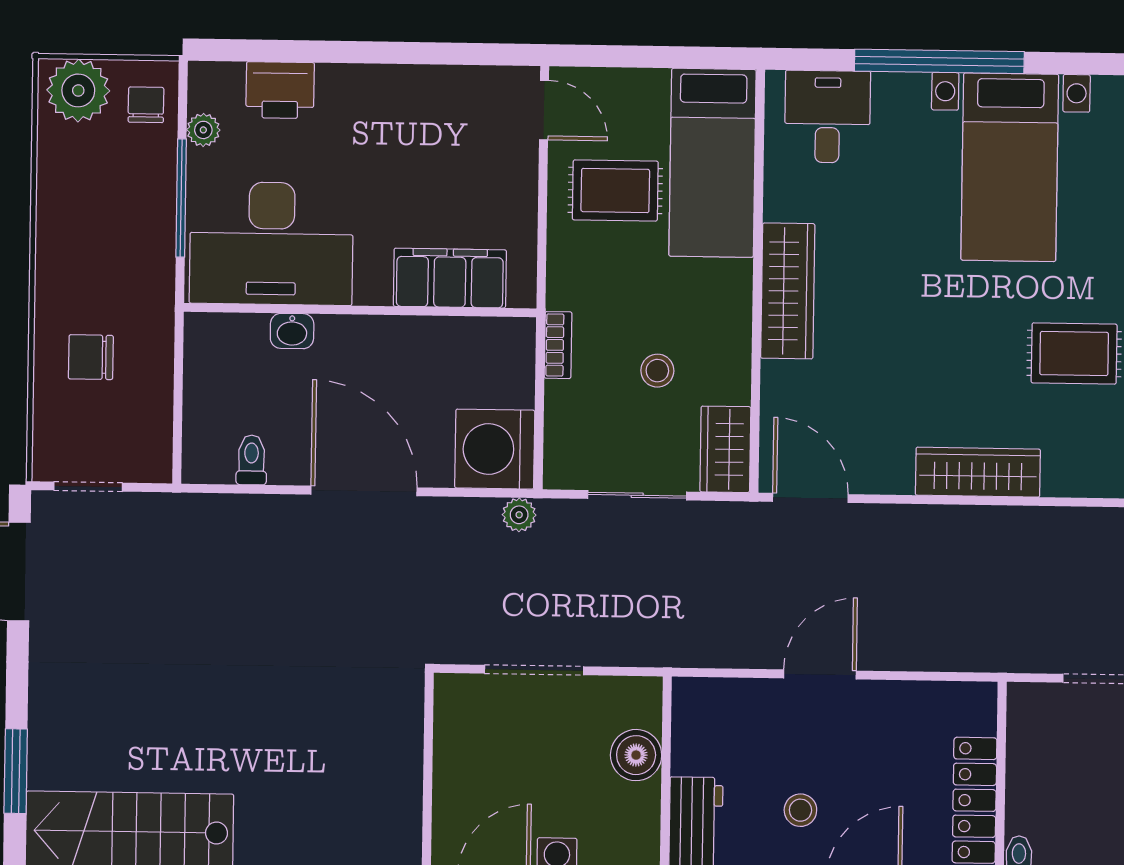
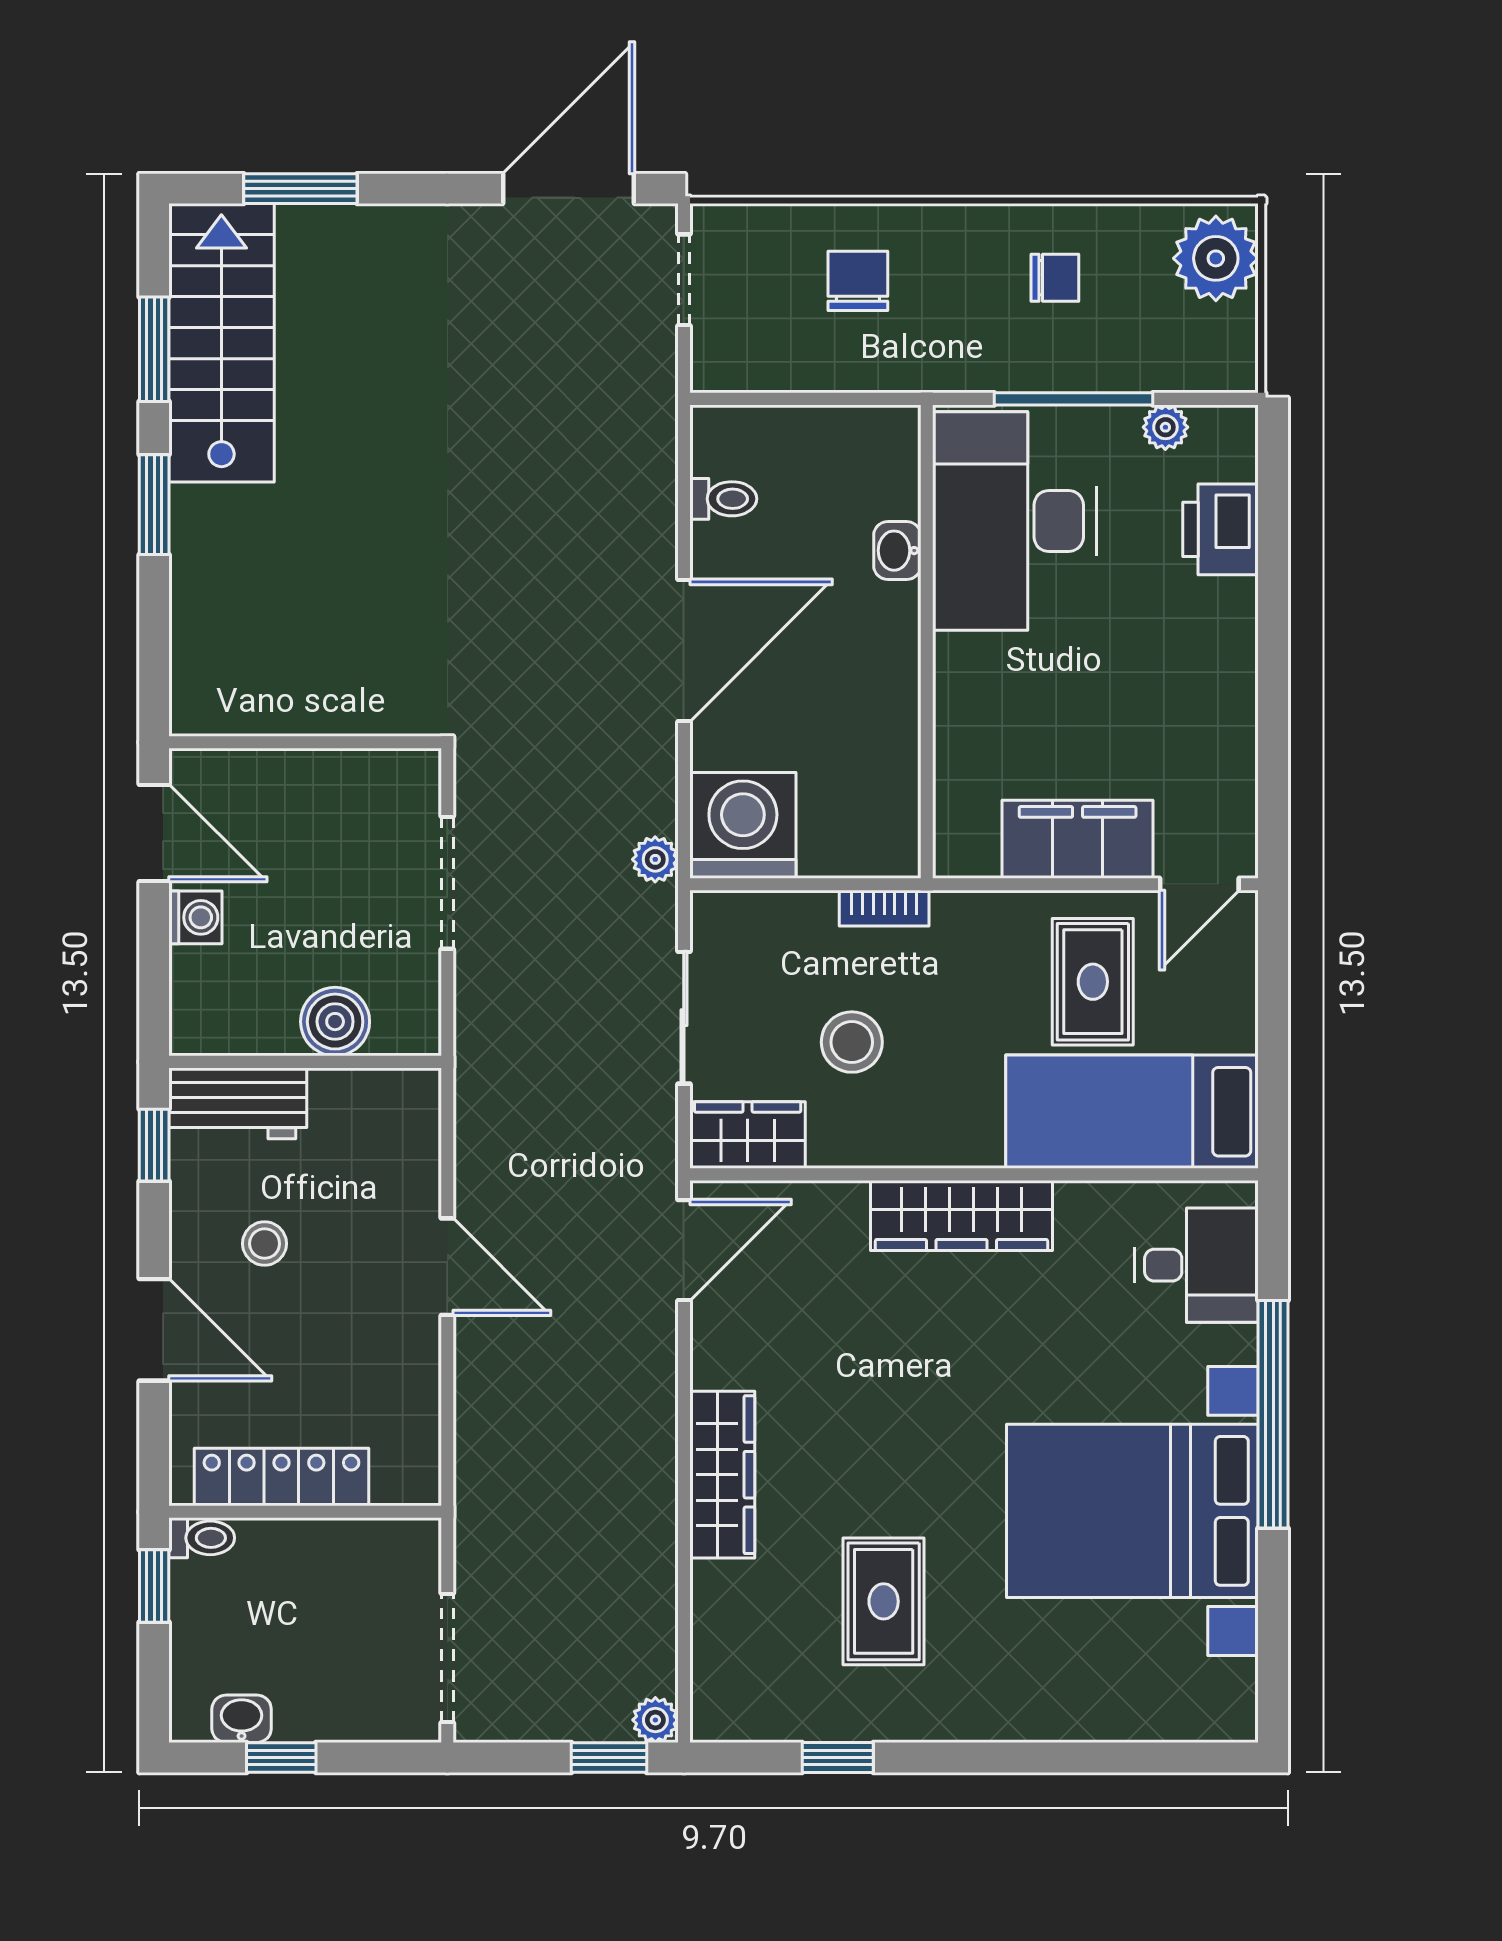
chair: (146, 105) -> (1055, 278), moved
bed with nightstands: (1010, 167) -> (1132, 1511), width x1.36
filing cabinet: (450, 278) -> (1078, 839), moved, turned -90
stool: (657, 371) -> (852, 1042), width x1.37, depth x1.37

